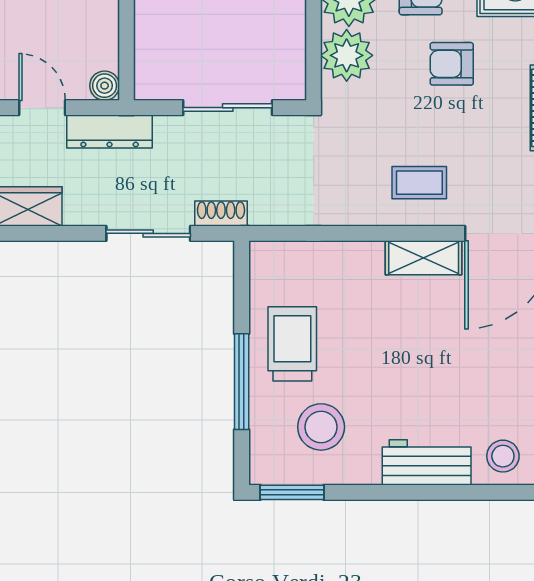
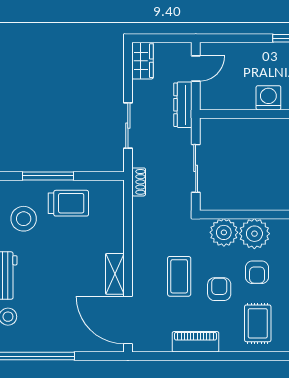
boiler: (105, 86) -> (207, 102), removed
coffee table: (419, 183) -> (179, 276), moved, width x1.36, depth x1.30
shoe rack: (221, 214) -> (139, 182), moved

